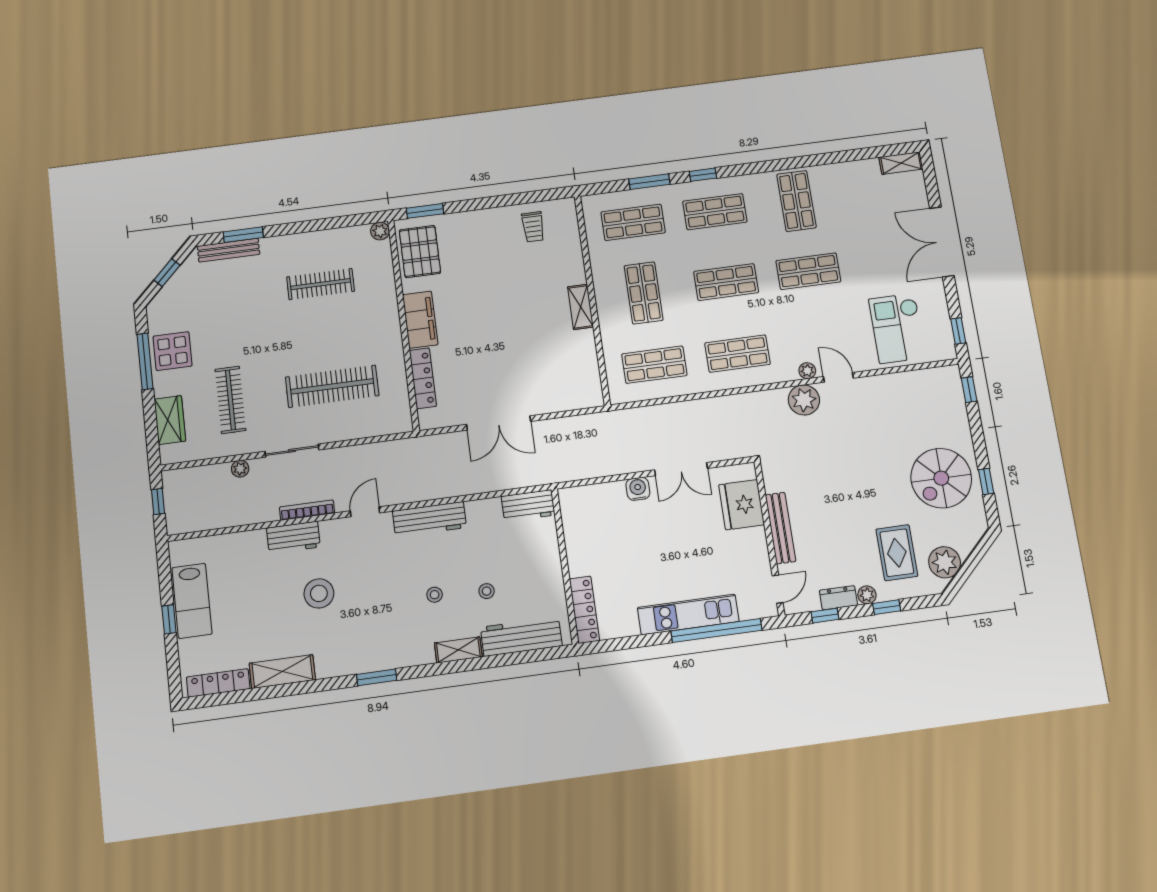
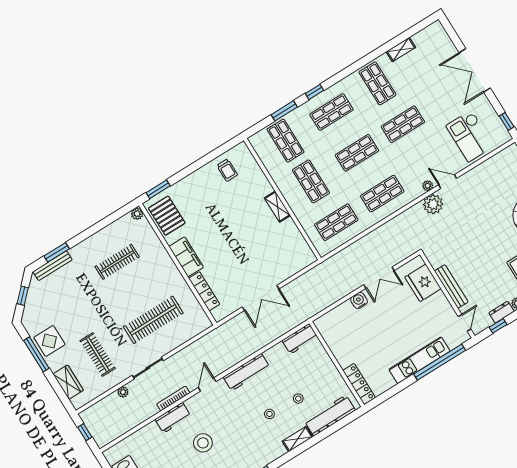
shelving: (901, 163) -> (401, 50), moved
shop shelf: (633, 222) -> (286, 141), turned 90

